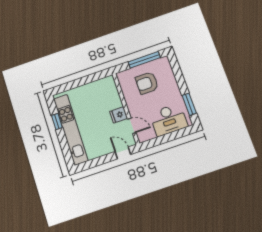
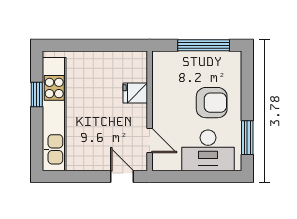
armchair: (147, 83) -> (212, 103), moved, turned 180
fridge: (119, 115) -> (135, 93), moved

